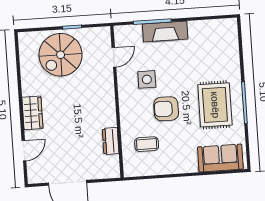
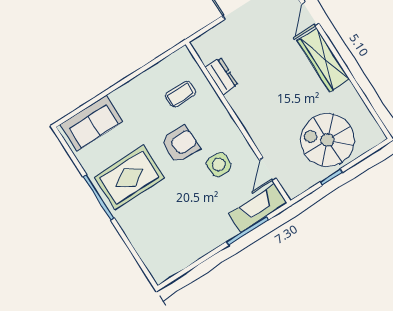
fireplace: (165, 31) -> (258, 208), moved
spiral stairs: (61, 55) -> (327, 140), turned -90
rug: (215, 105) -> (129, 178), turned 90
wardrobe: (32, 113) -> (323, 60), width x1.50

